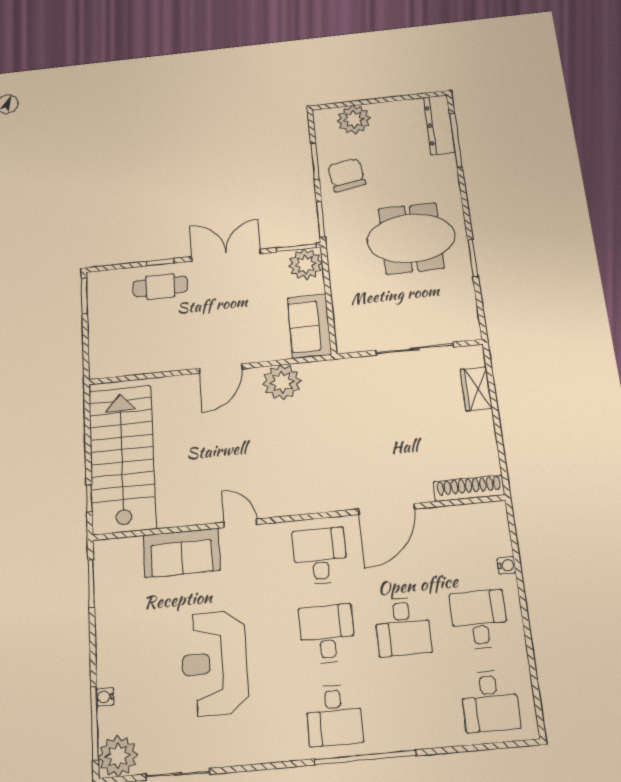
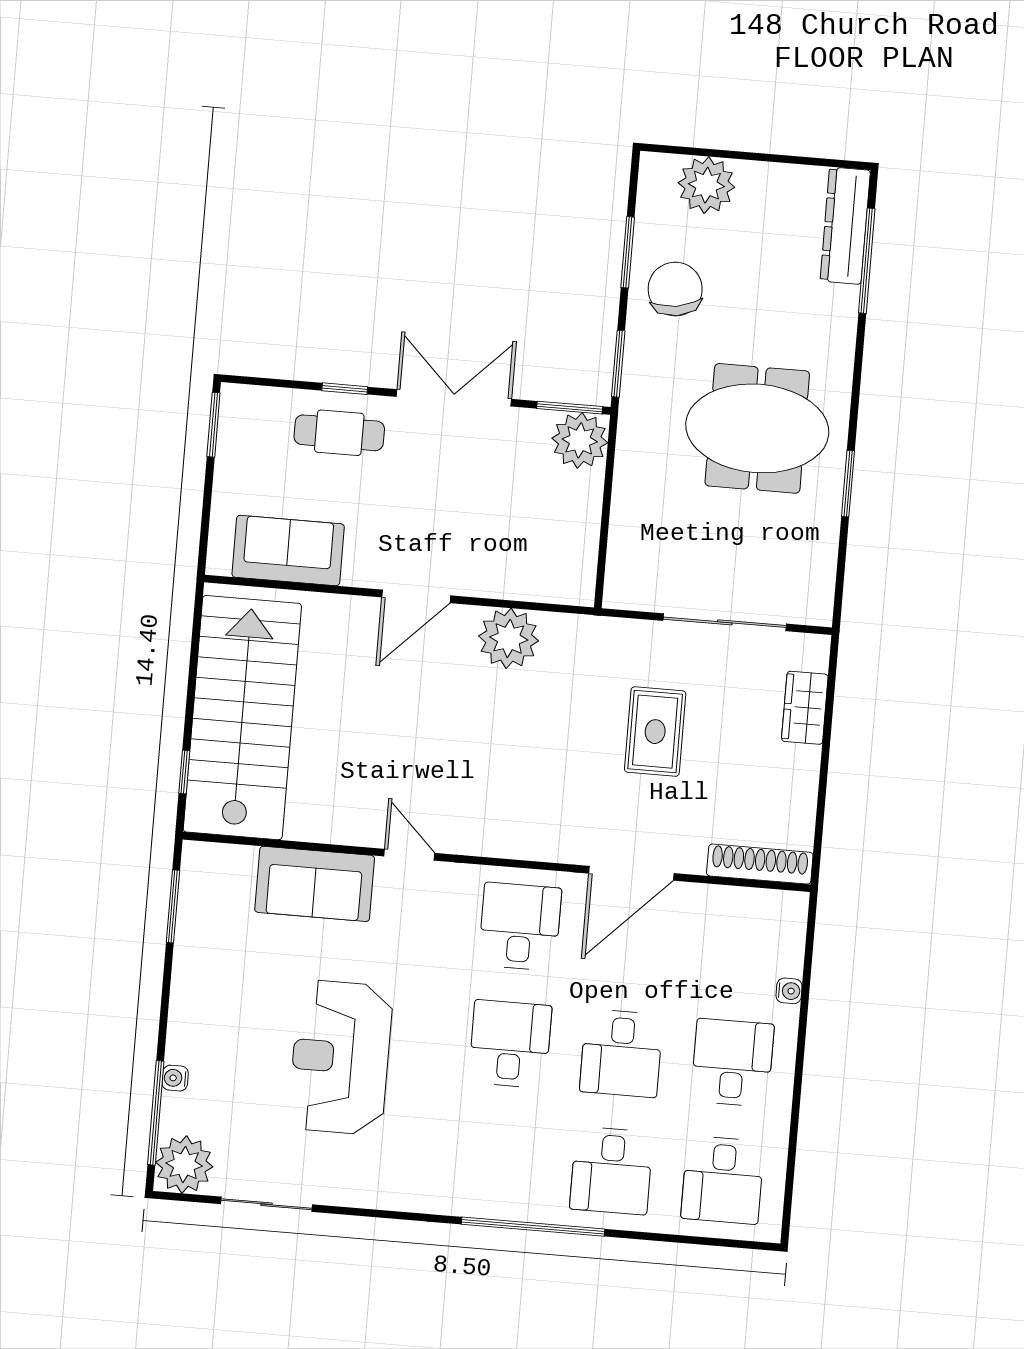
sofa: (309, 326) -> (288, 551), moved, turned 90
rug: (384, 420) -> (655, 732), added
desk: (334, 715) -> (611, 1171), moved

